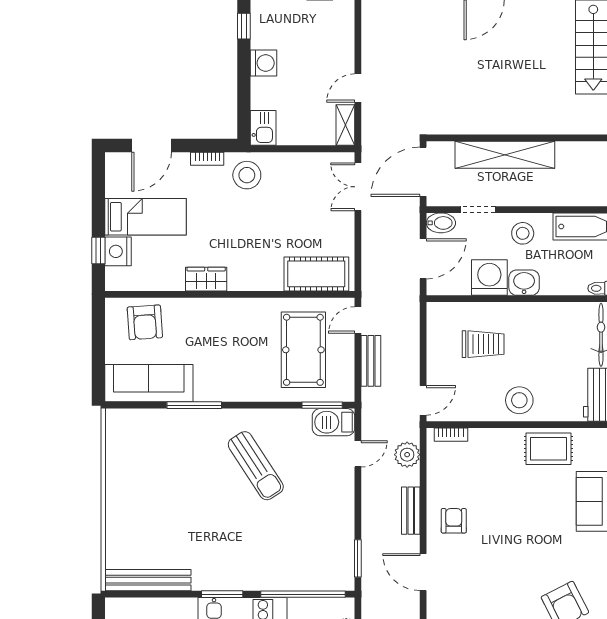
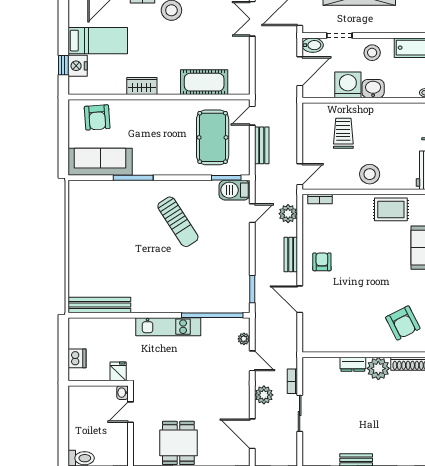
cot: (316, 274) -> (204, 82), moved
trolley: (483, 344) -> (343, 133), turned -90
window: (222, 594) -> (153, 315), removed

